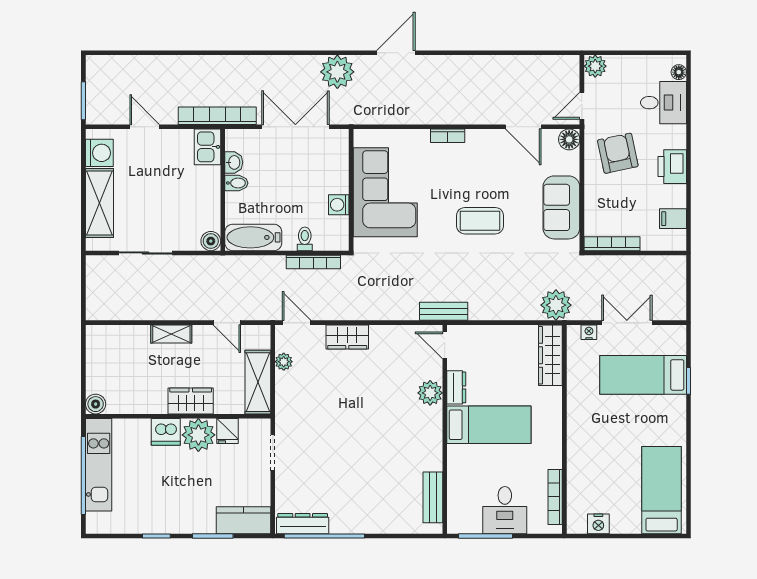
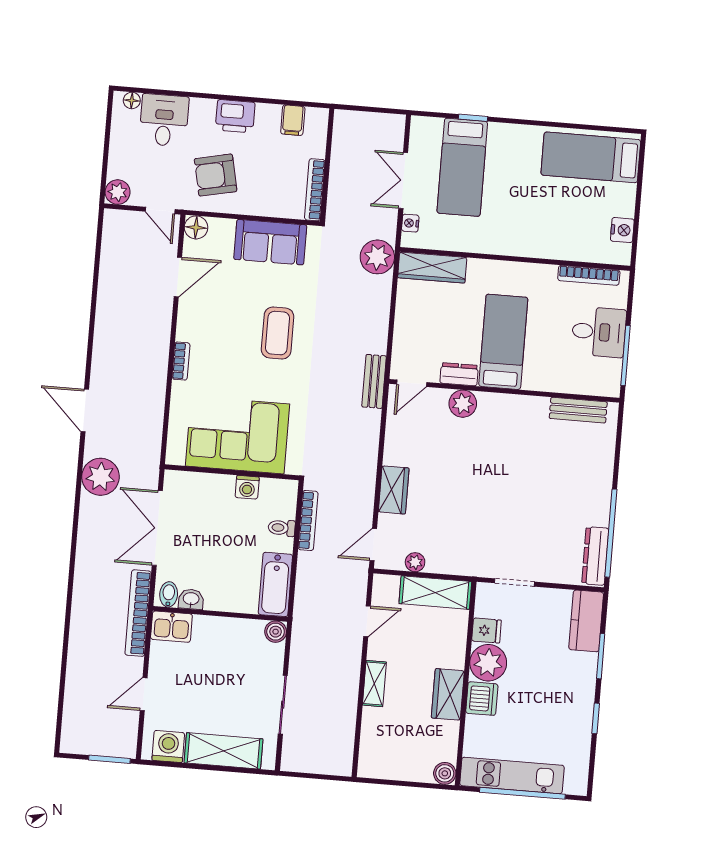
bidet: (236, 183) -> (169, 594), moved
wardrobe: (191, 401) -> (448, 694), moved

